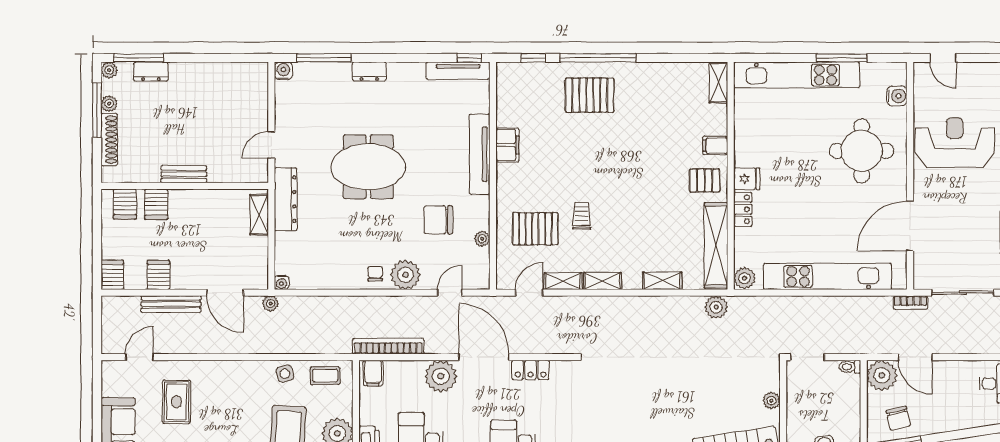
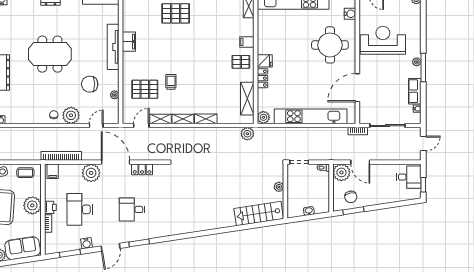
shelving: (716, 245) -> (247, 99), width x0.68
shelving: (662, 281) -> (206, 119), moved

